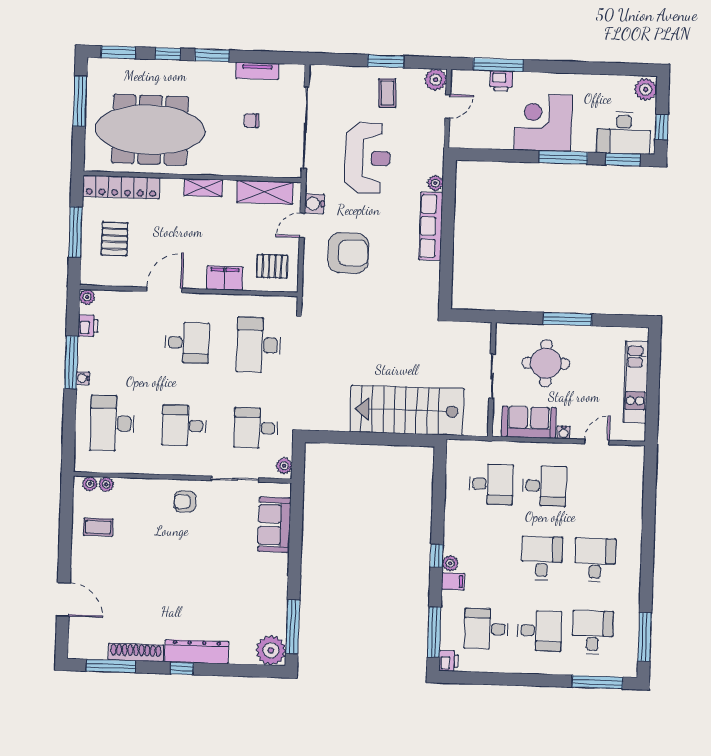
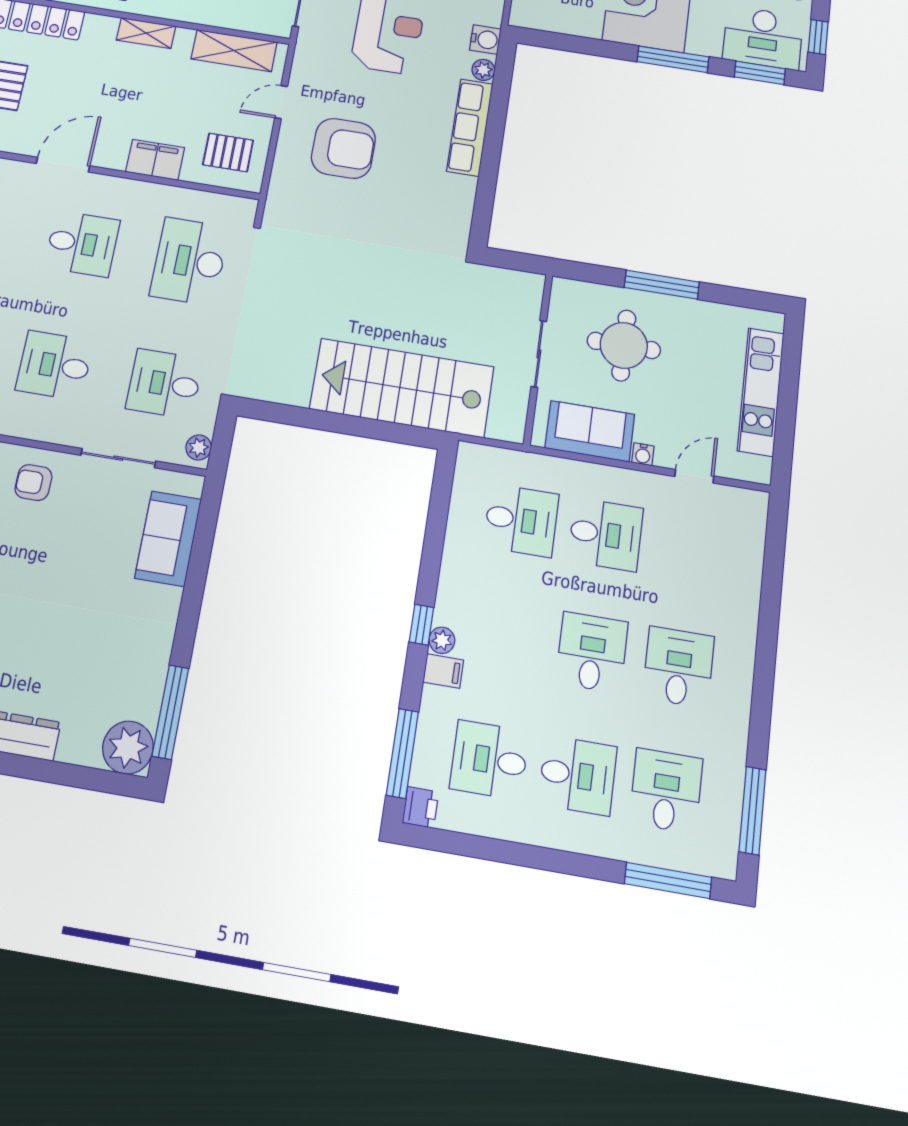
water cooler: (314, 204) -> (485, 40), moved, turned 180

